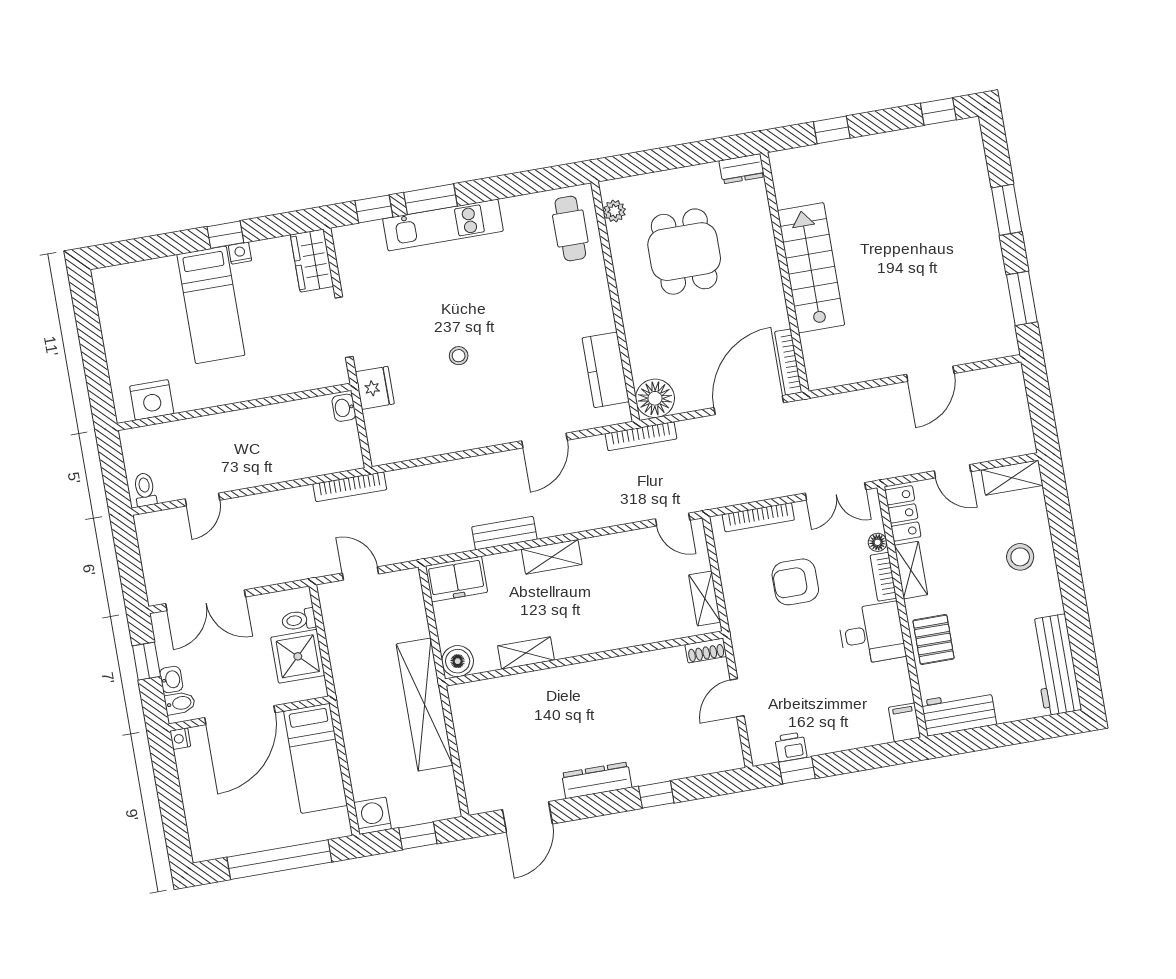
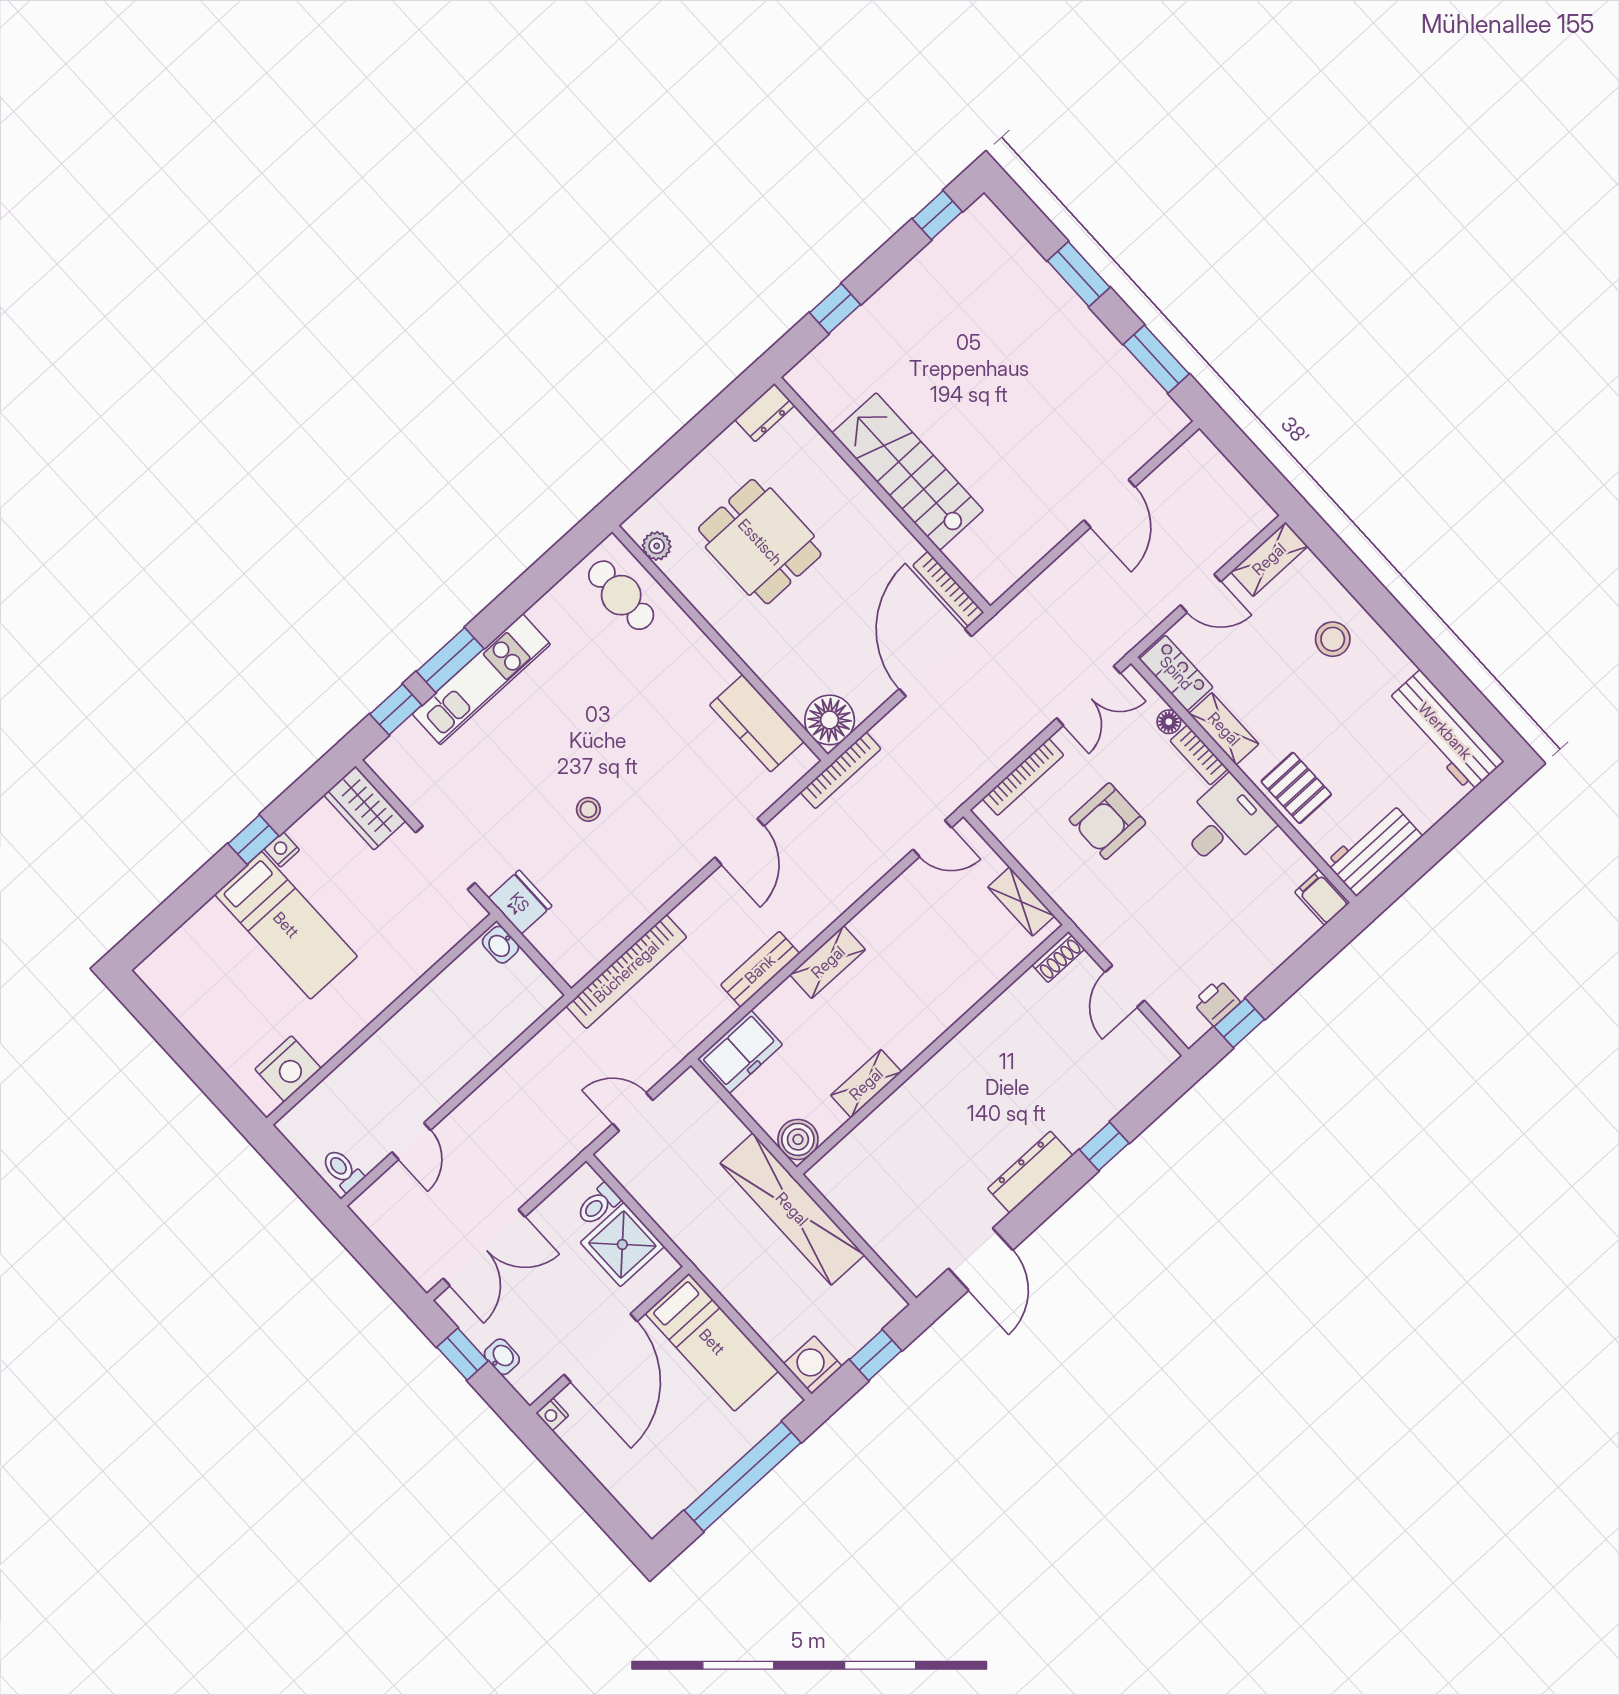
bookcase: (350, 487) -> (626, 972), moved, width x1.48, depth x1.31
bidet: (180, 703) -> (527, 1376), removed

